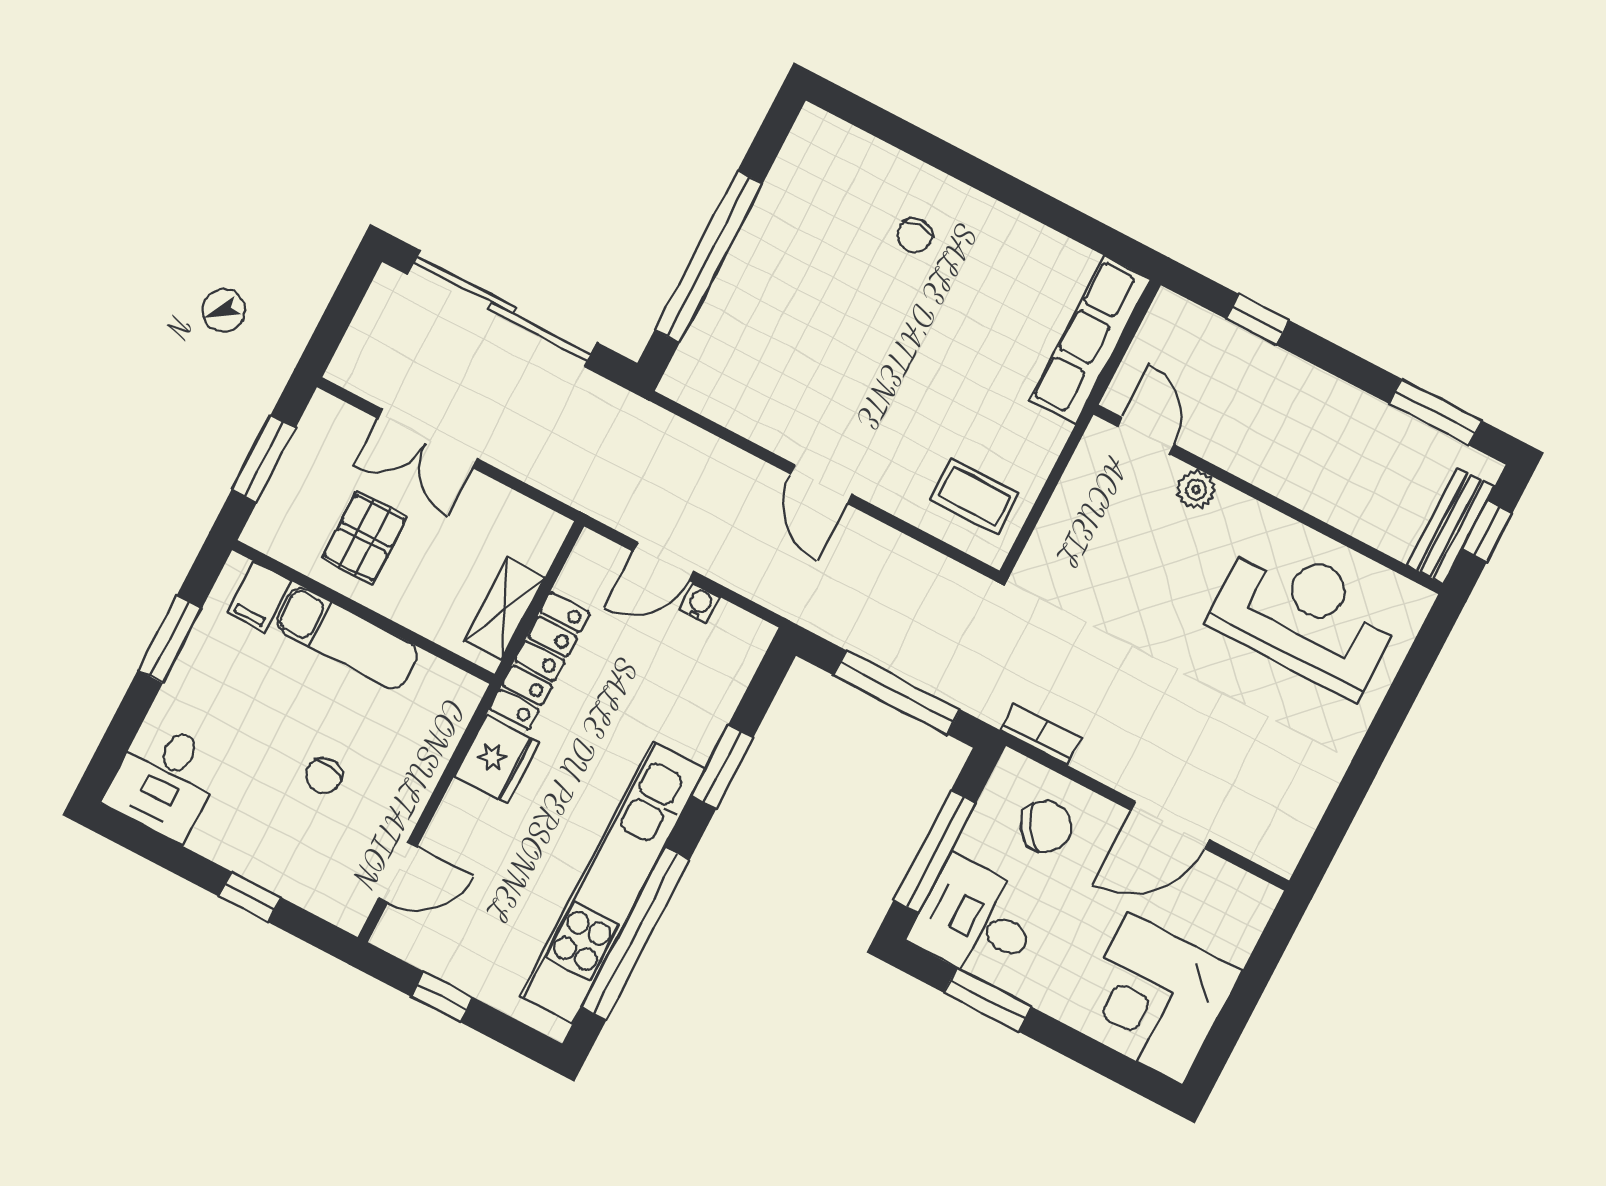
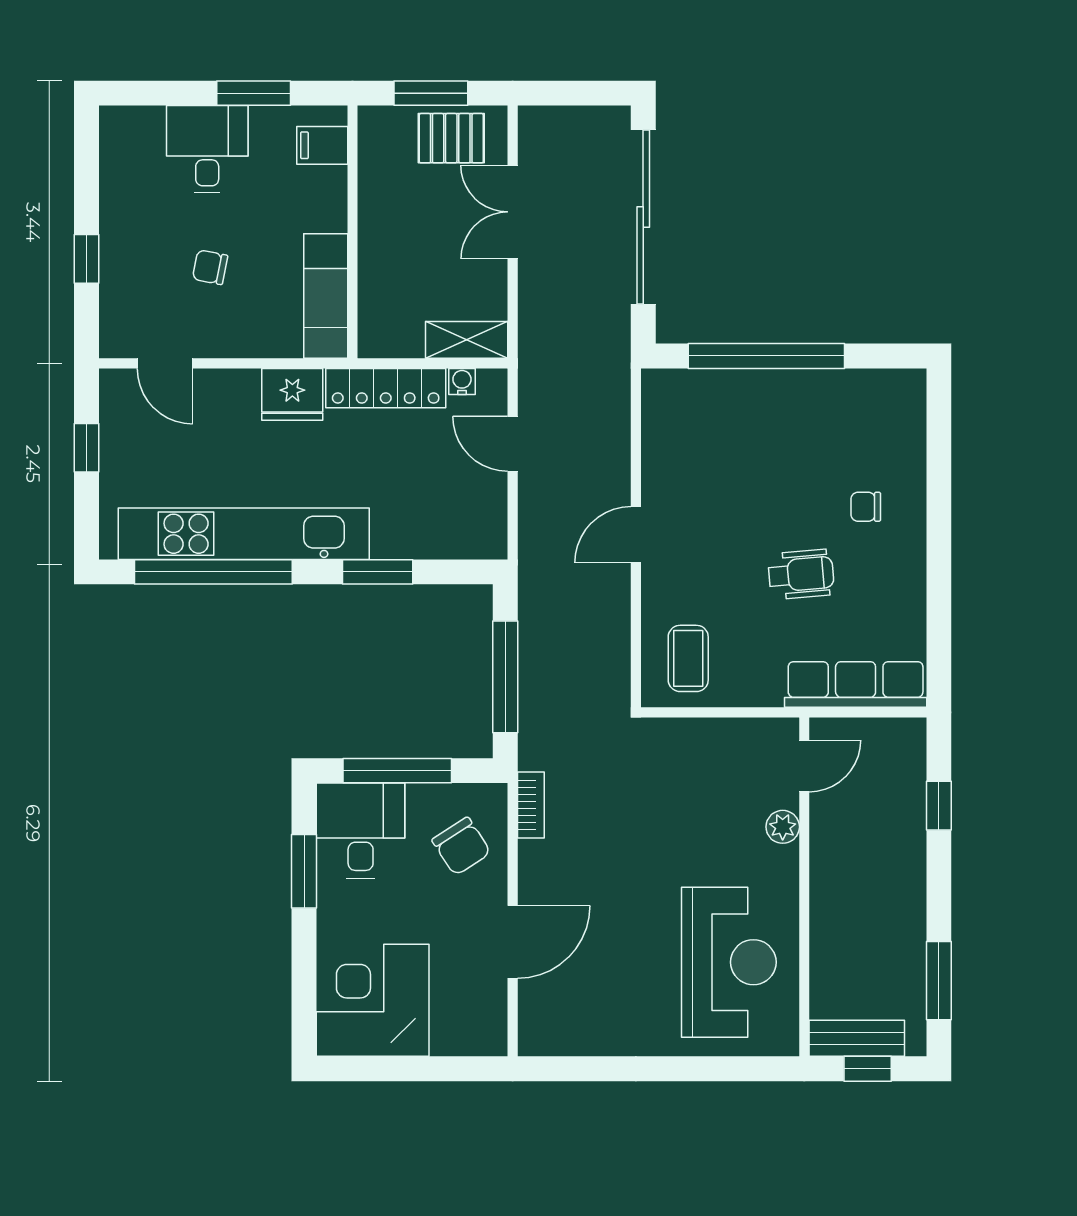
wheelchair: (949, 337) -> (801, 574), added
pallet: (365, 538) -> (451, 138), moved
water cooler: (700, 603) -> (462, 381), moved, turned -90
shelving: (504, 609) -> (467, 340), moved
exam couch: (347, 638) -> (326, 296), moved
desk: (165, 780) -> (207, 149), moved, turned 90
door: (1170, 825) -> (513, 942), swing flipped

